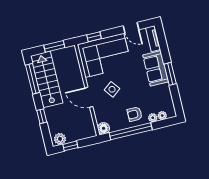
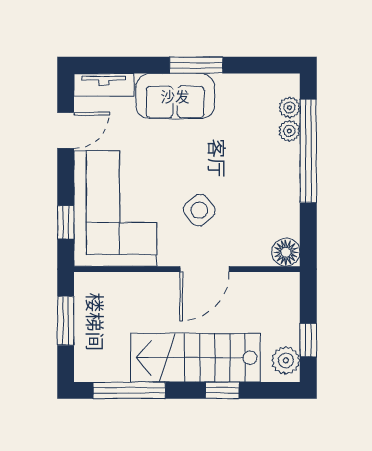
stairs: (47, 79) -> (196, 358), moved
armchair: (135, 114) -> (270, 171), removed
window: (131, 131) -> (308, 151), moved

